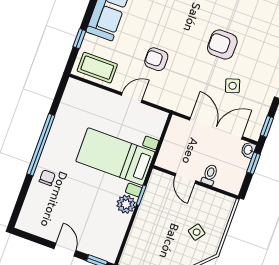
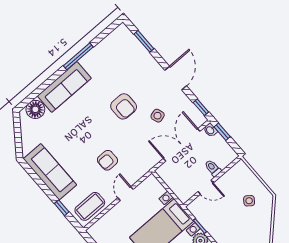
armchair: (222, 45) -> (124, 106), turned -90

